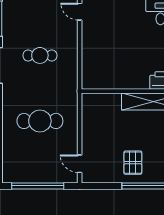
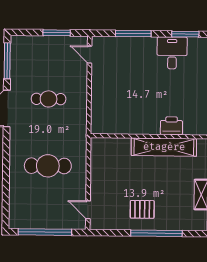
pallet: (133, 163) -> (142, 209), turned 90

